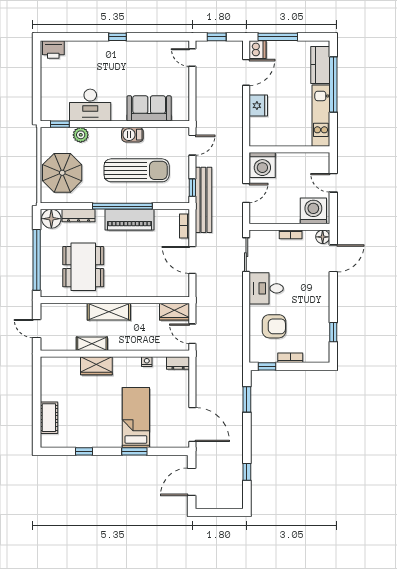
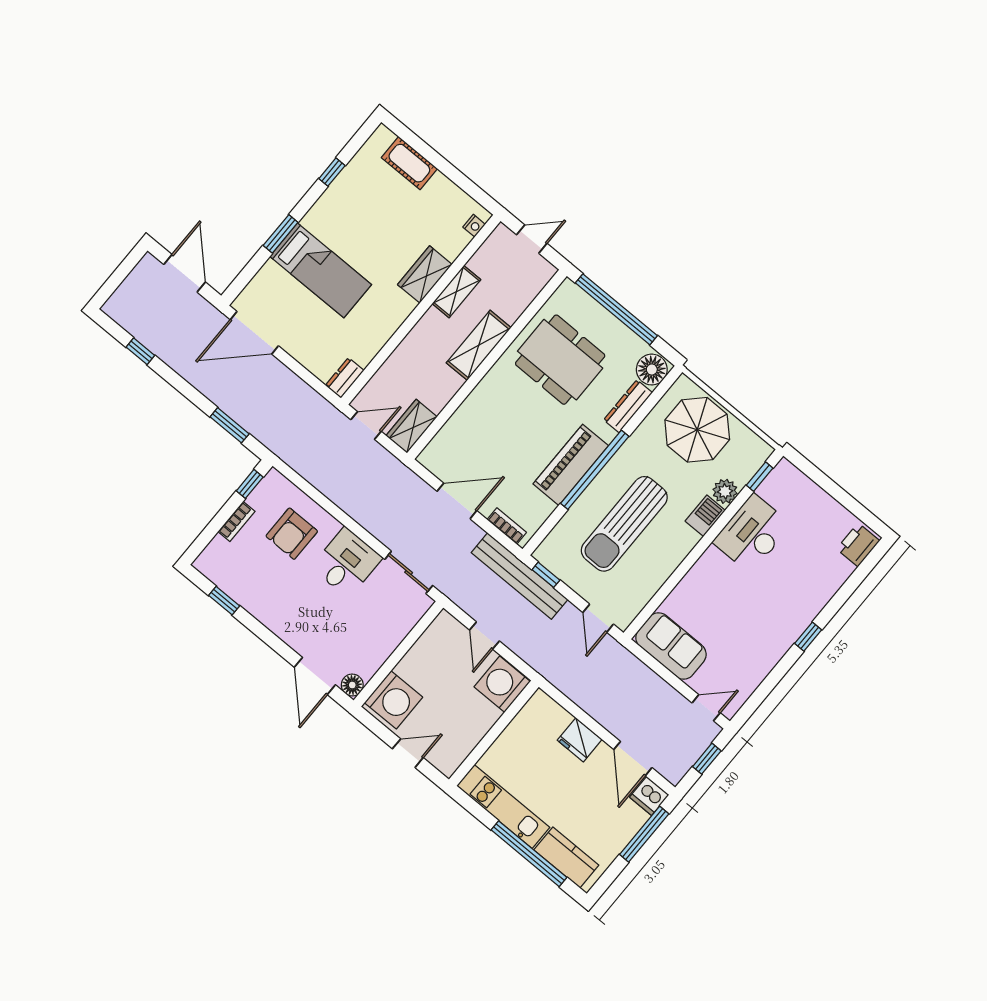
sofa: (149, 108) -> (671, 646), moved, turned -90
barbecue: (132, 135) -> (705, 516), moved
bookcase: (291, 234) -> (388, 648), removed
nightstand: (147, 362) -> (474, 226), moved

